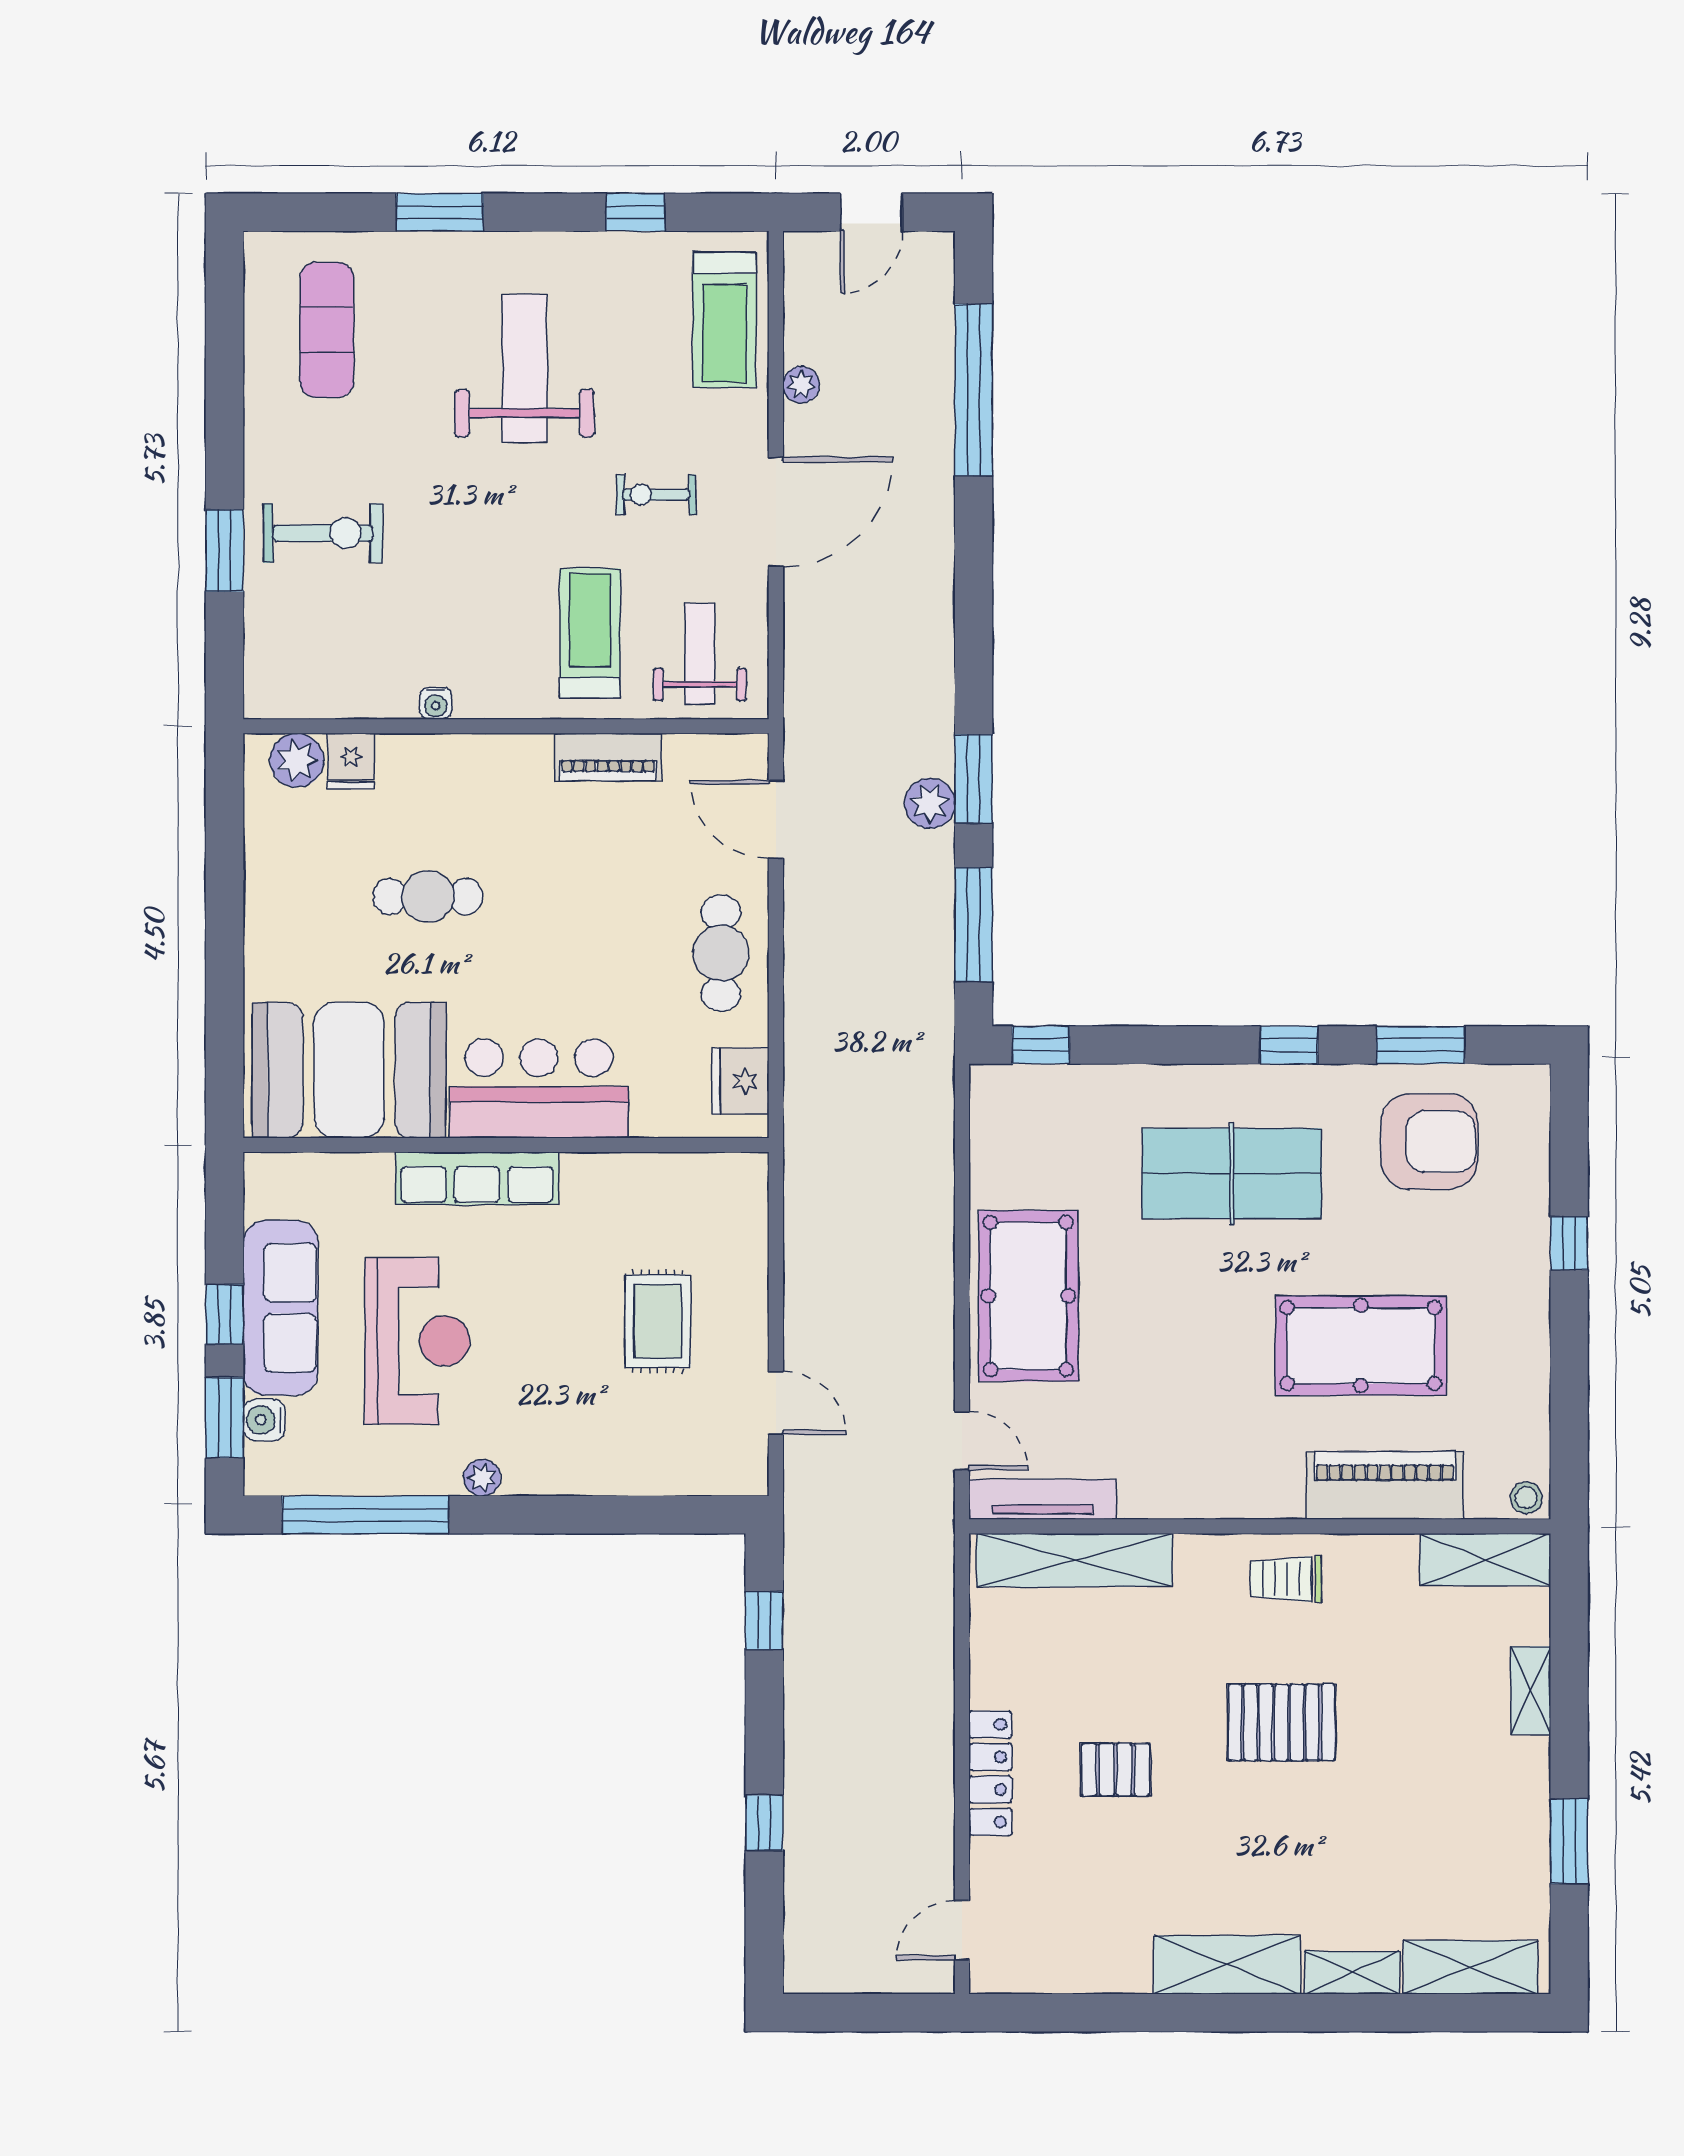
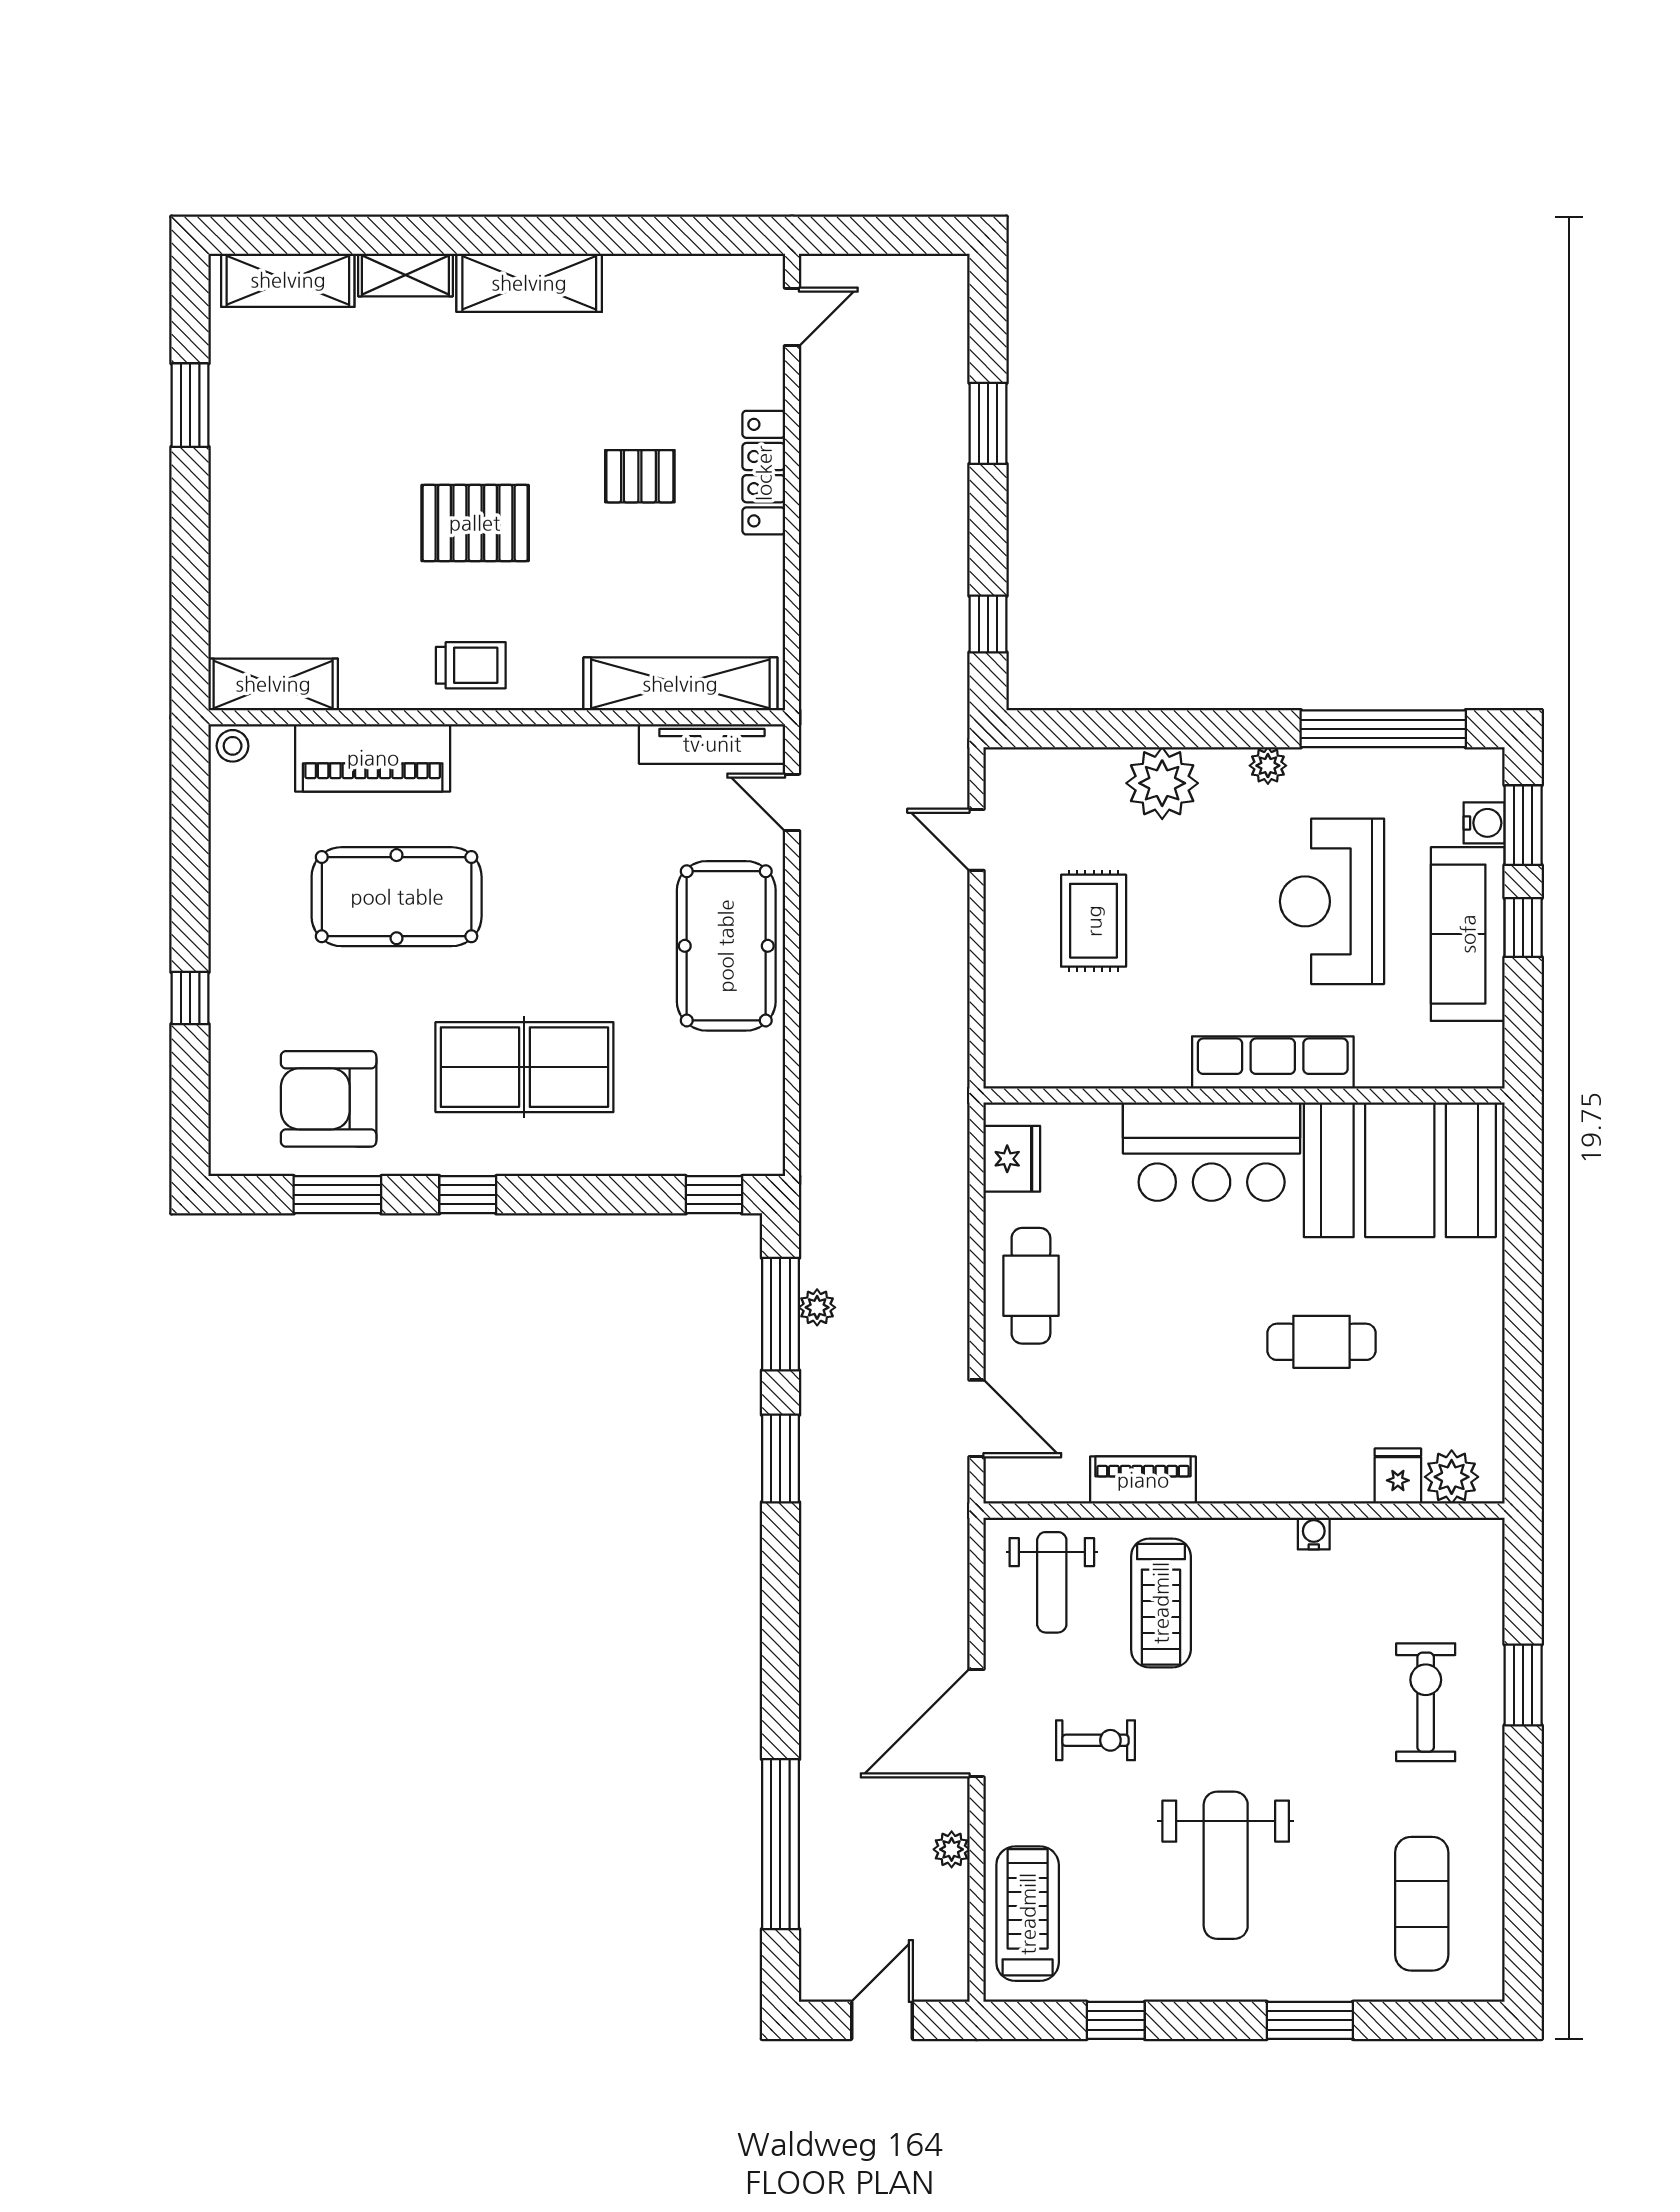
exercise bike: (323, 533) -> (1426, 1702), turned 90
plant: (930, 803) -> (817, 1307), moved, width x0.73, depth x0.73
plant: (589, 1460) -> (1162, 783), added
shelving: (1531, 1690) -> (228, 555), removed
window: (764, 1823) -> (988, 423), width x1.50

